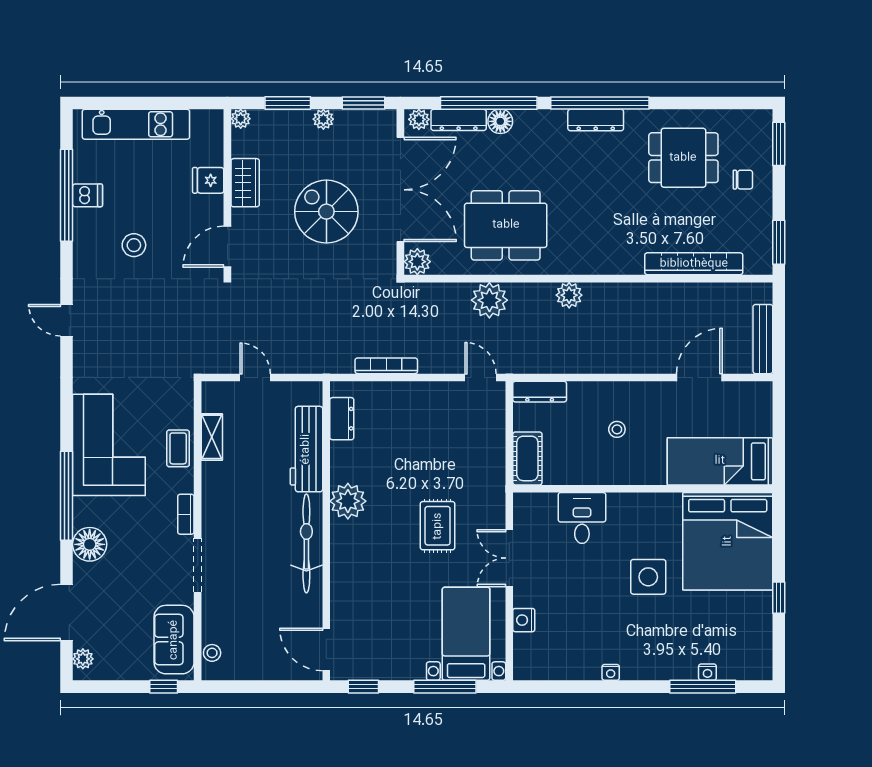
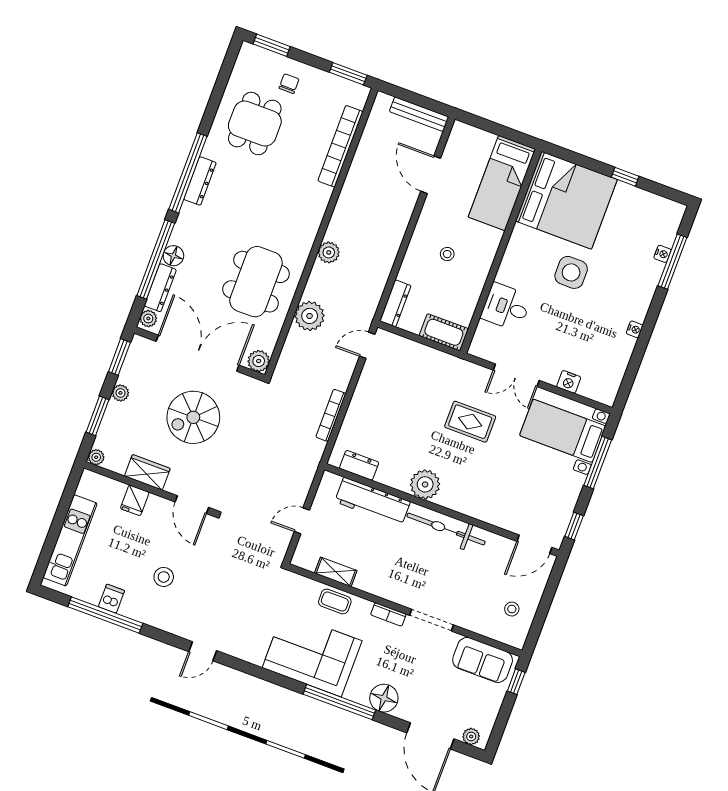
stool: (212, 653) -> (512, 609), moved

